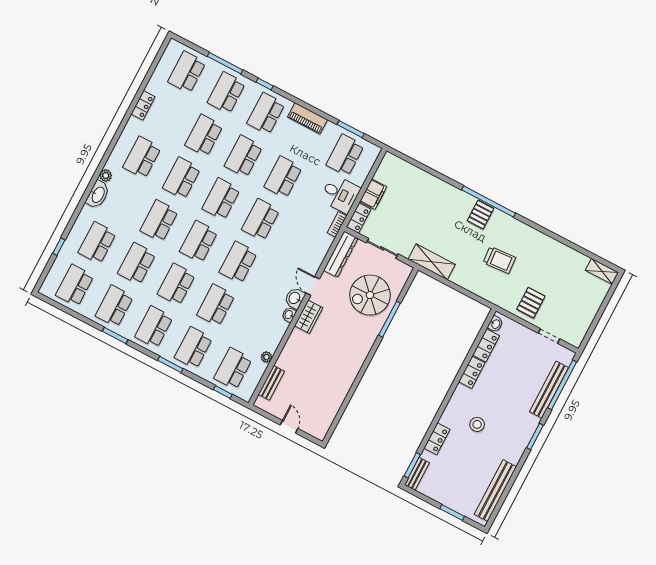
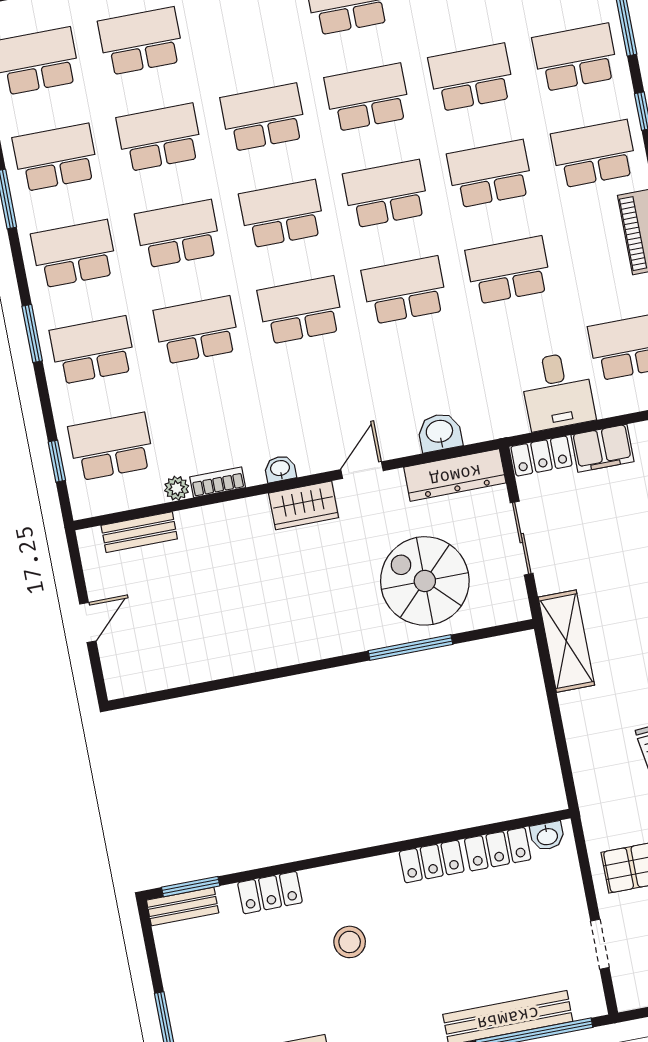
bookcase: (337, 224) -> (218, 482), moved
washbasin: (295, 298) -> (440, 432), moved

